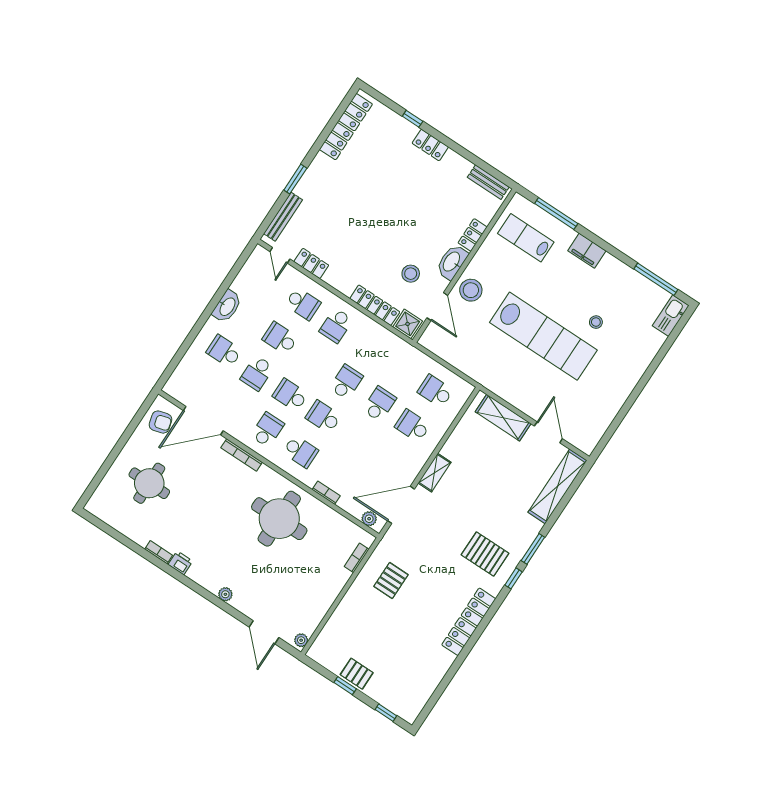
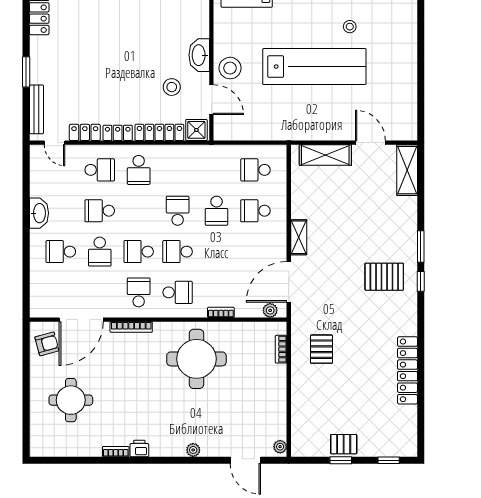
locker: (473, 235) -> (118, 133), moved, turned 90
school desk: (379, 404) -> (217, 211), turned 180
shelving: (558, 486) -> (407, 170), width x0.68
locker: (469, 622) -> (407, 370), moved

